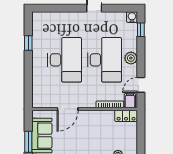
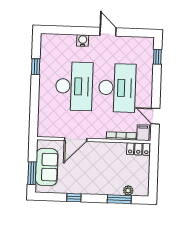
water cooler: (132, 17) -> (83, 40), moved
plant: (131, 58) -> (146, 87), removed
door: (141, 85) -> (155, 116), hinge flipped

